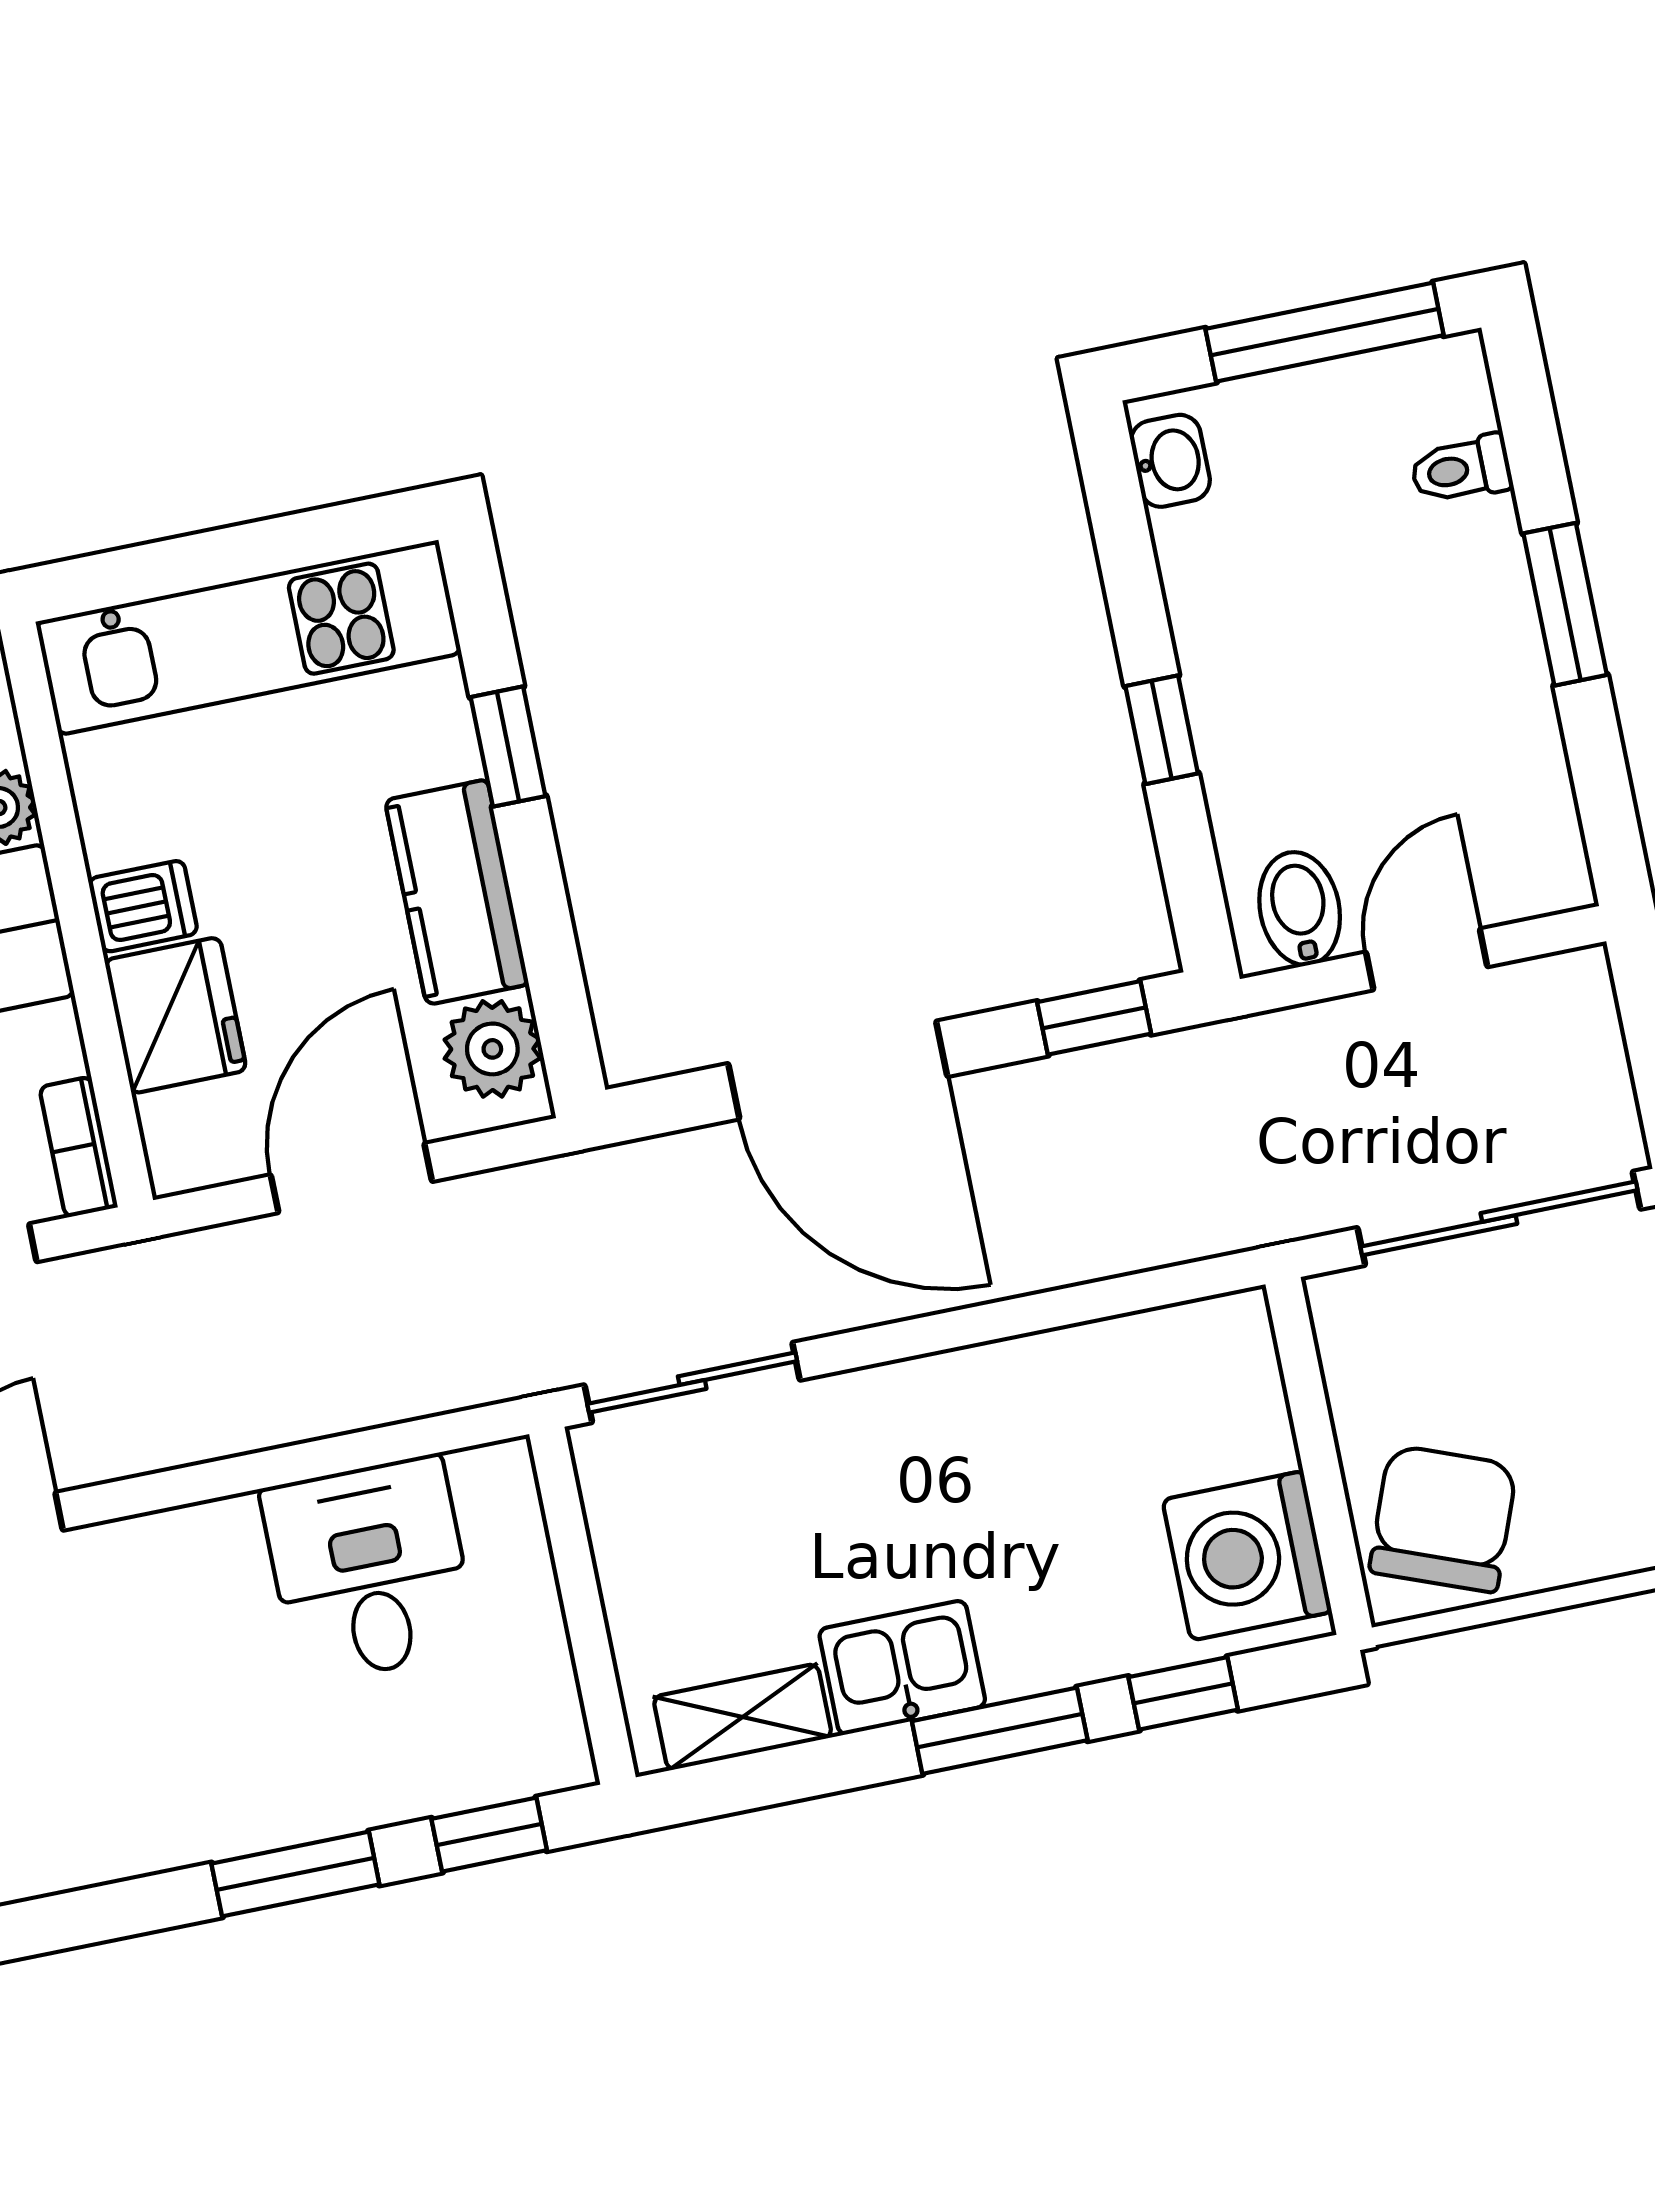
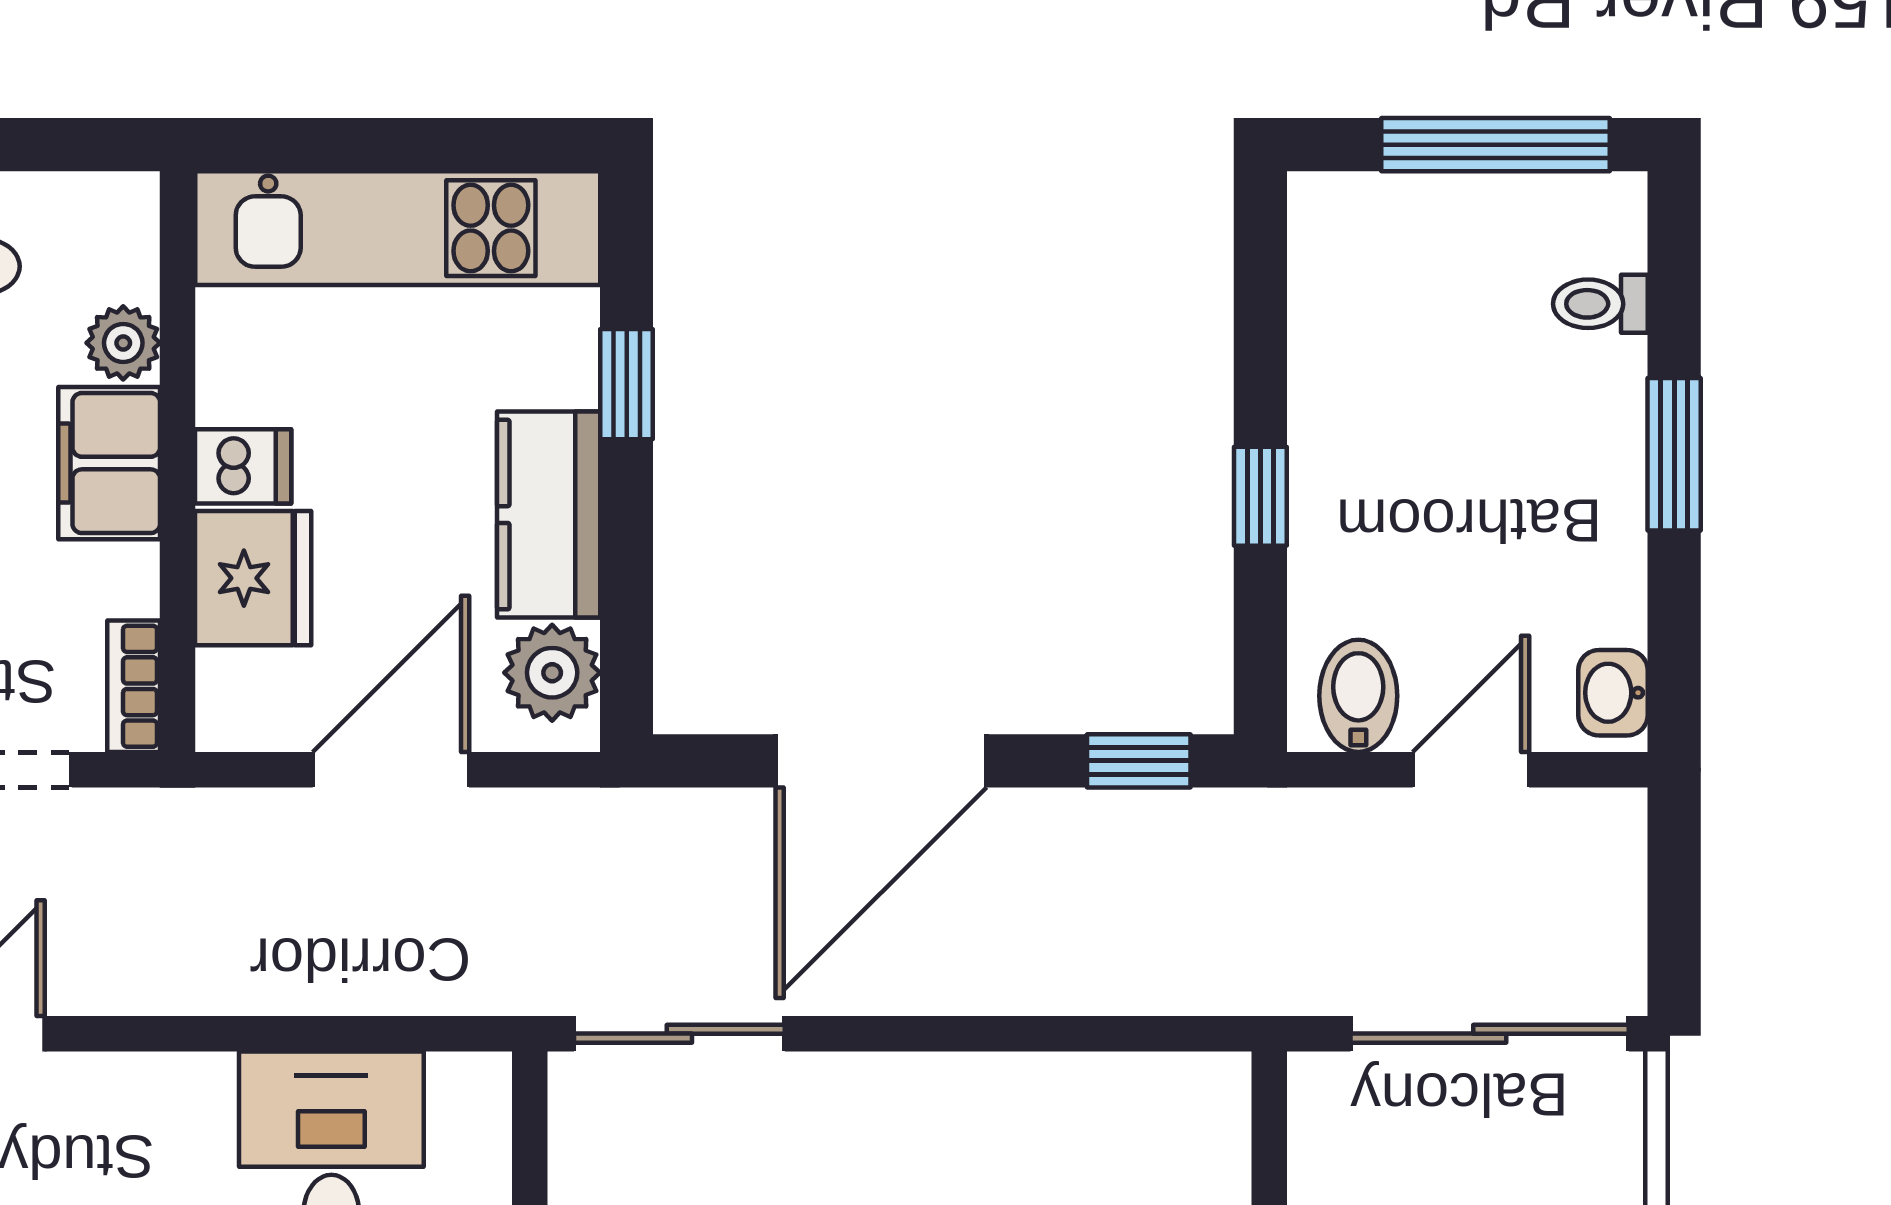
washbasin: (1170, 461) -> (1613, 693), moved, turned 180
door: (838, 1070) -> (881, 761), hinge flipped

